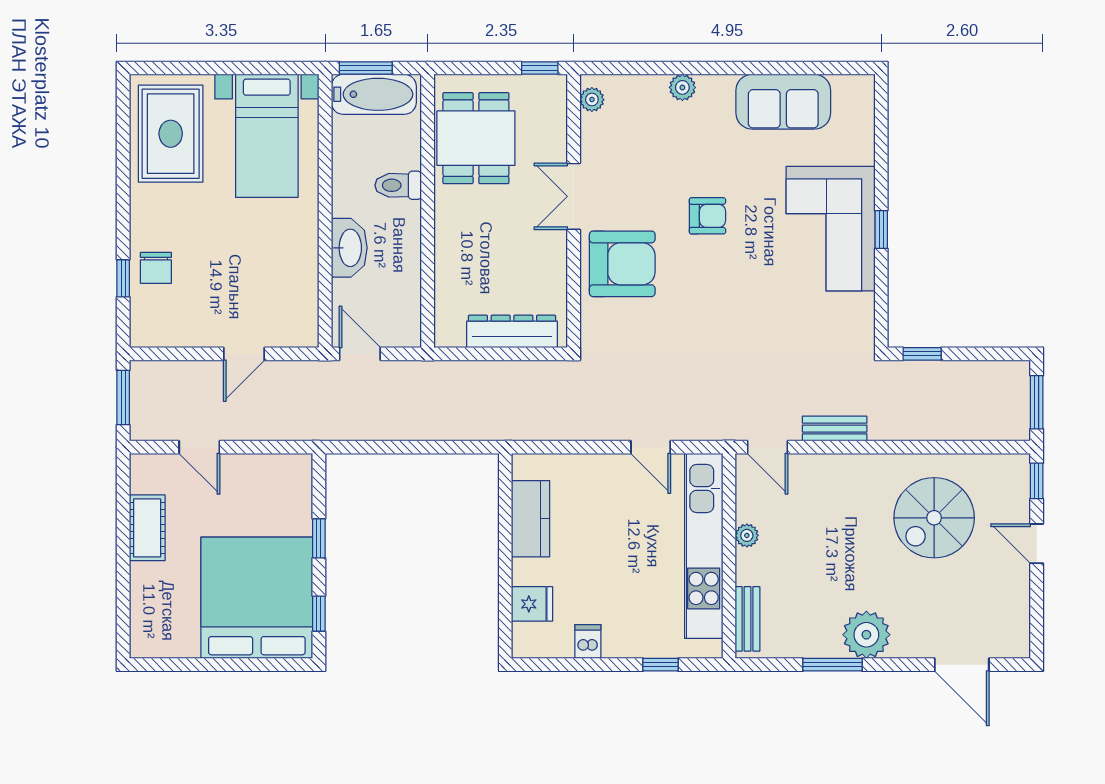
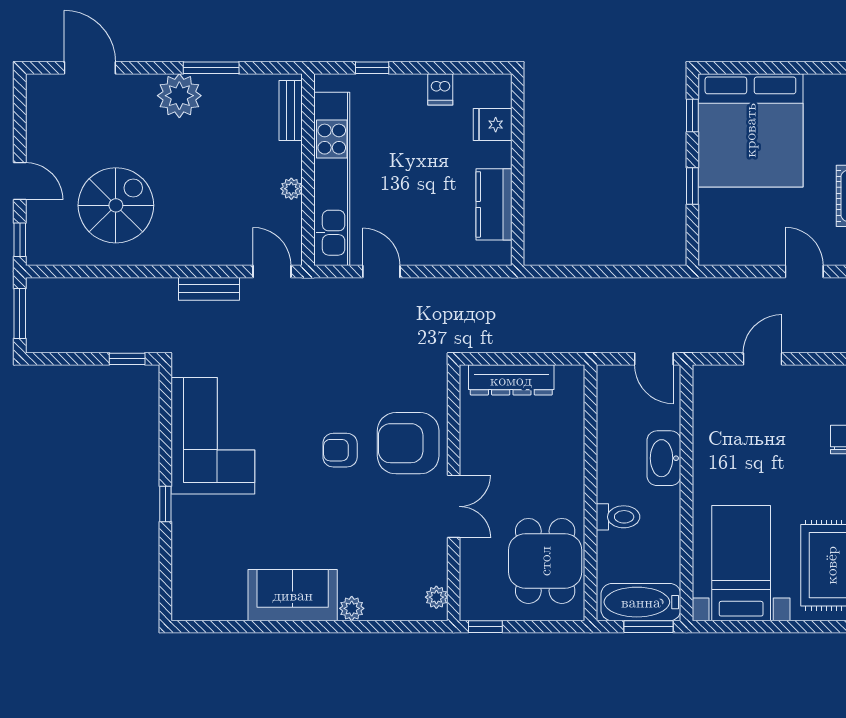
sofa: (783, 102) -> (293, 595), moved
armchair: (707, 216) -> (340, 450), moved
corner sofa: (831, 229) -> (213, 436), moved
window: (881, 230) -> (165, 504), moved

